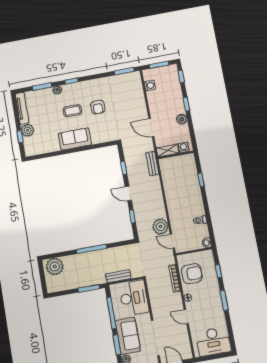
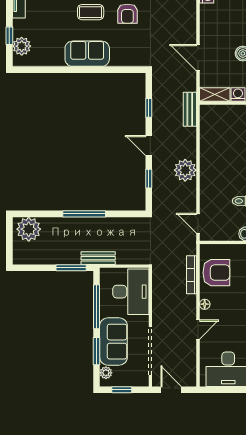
plant: (28, 130) -> (22, 46), moved
plant: (160, 227) -> (185, 170), moved
bench: (118, 276) -> (98, 258), moved
door: (186, 317) -> (198, 330), swing flipped

